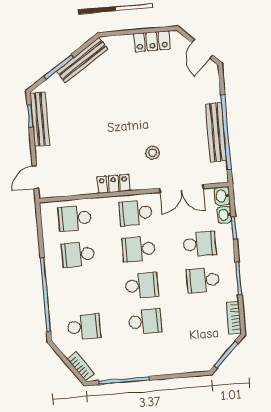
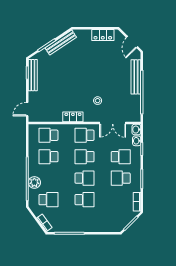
bench: (216, 132) -> (136, 77), moved
plant: (58, 300) -> (34, 182), added

